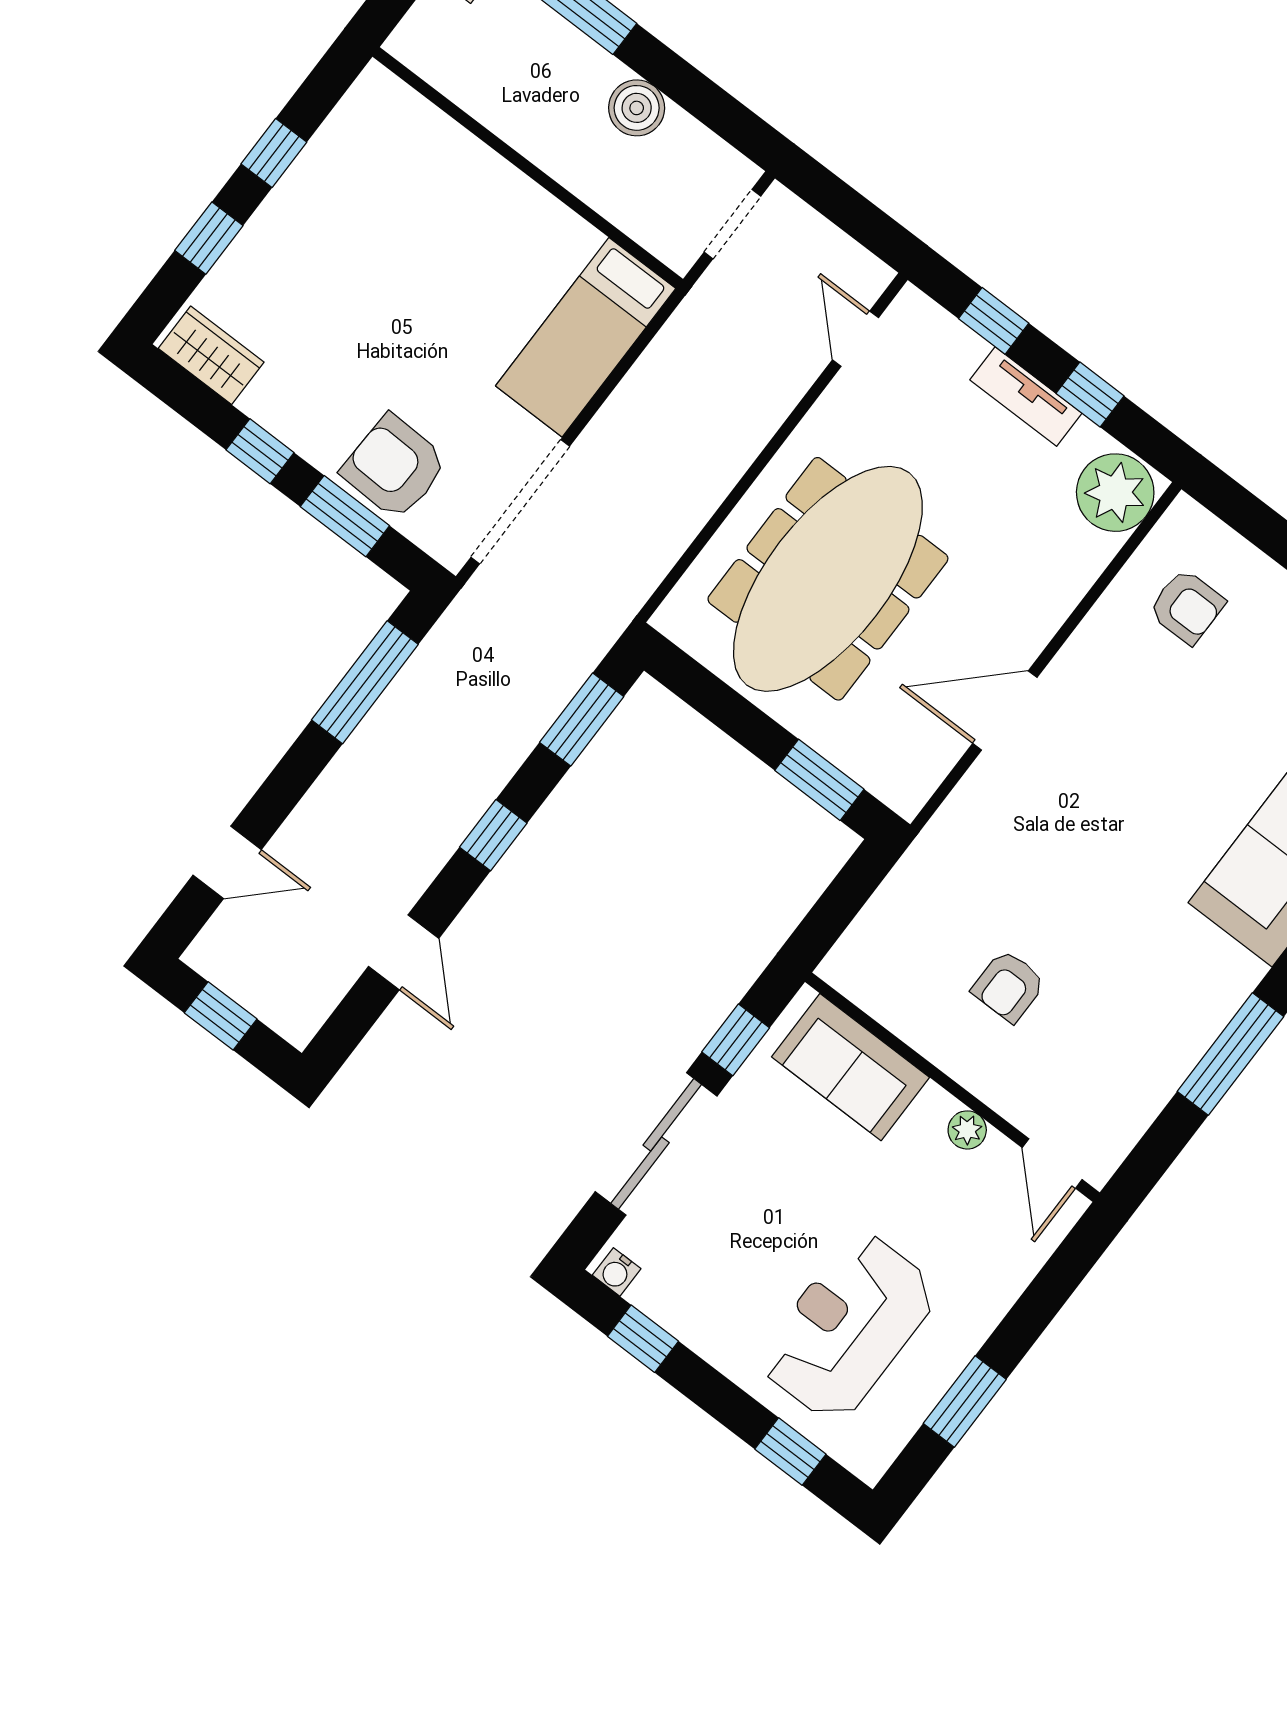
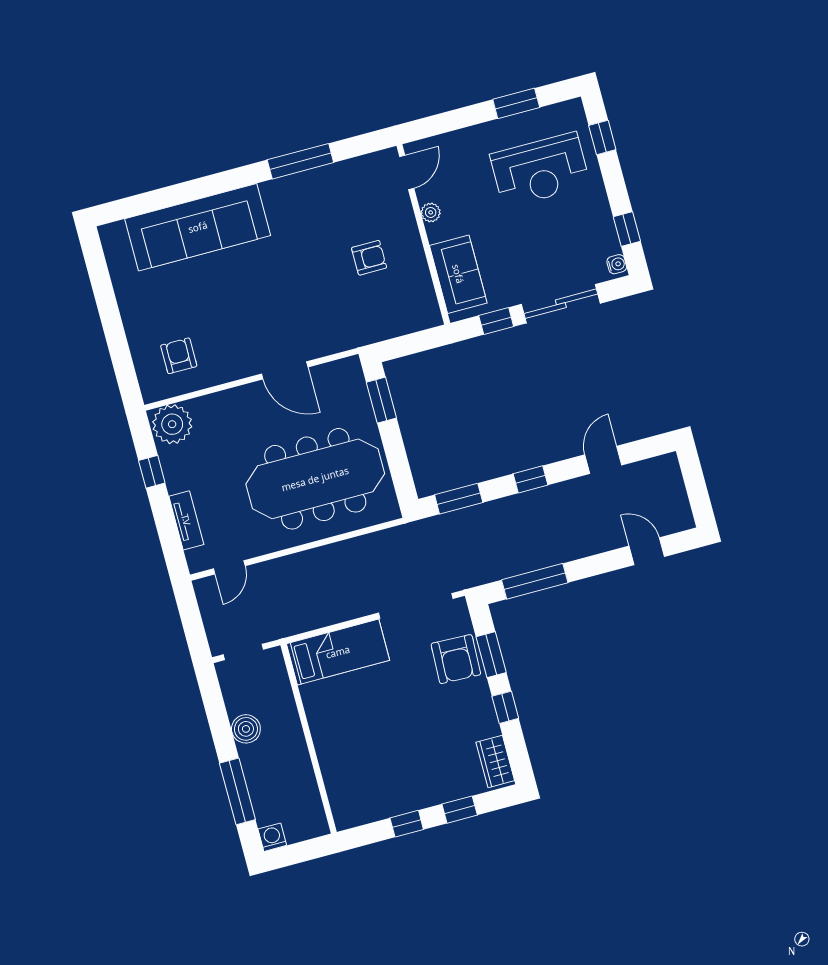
window: (994, 321) -> (168, 532), removed
tv unit: (1026, 397) -> (186, 520), moved
window: (221, 1016) -> (697, 491), removed

